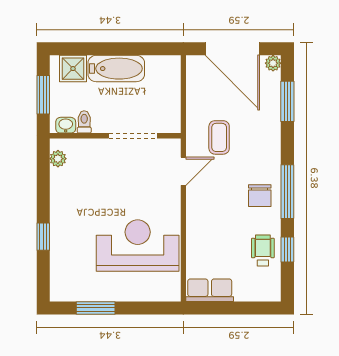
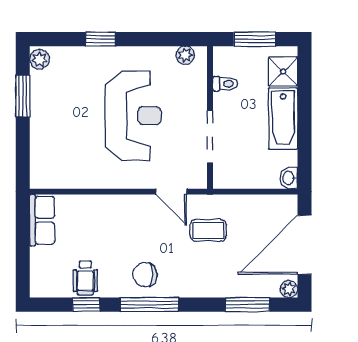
washbasin: (66, 125) -> (289, 178), moved, turned 180
reception desk: (138, 246) -> (133, 116), moved
wheelchair: (263, 250) -> (85, 278), turned 90
plant: (62, 293) -> (40, 59), added

